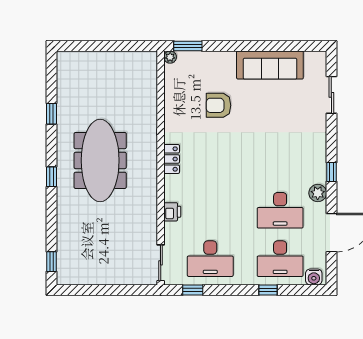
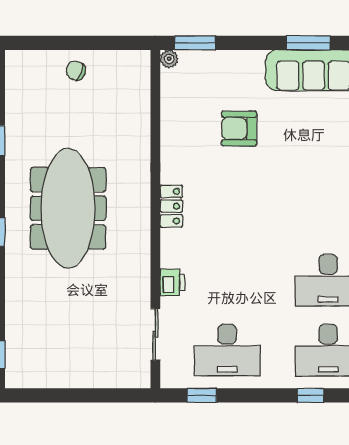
window: (266, 46) -> (308, 43), added
chair: (105, 65) -> (76, 70), added
sliding door: (161, 263) -> (155, 334), moved

